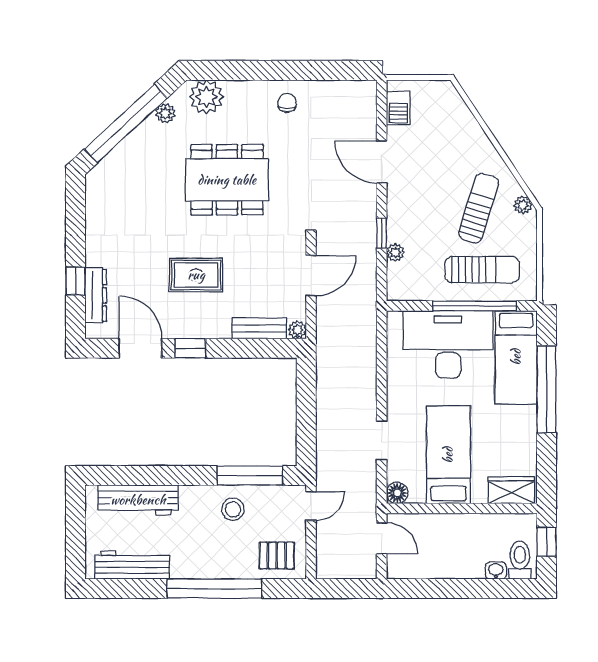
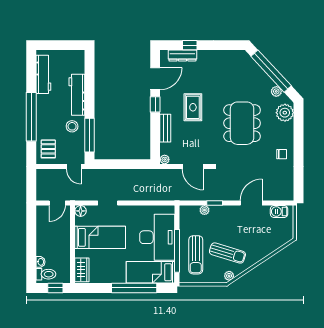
bench: (259, 328) -> (165, 128), moved
workbench: (138, 500) -> (77, 95), moved

